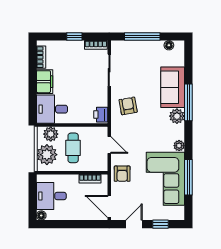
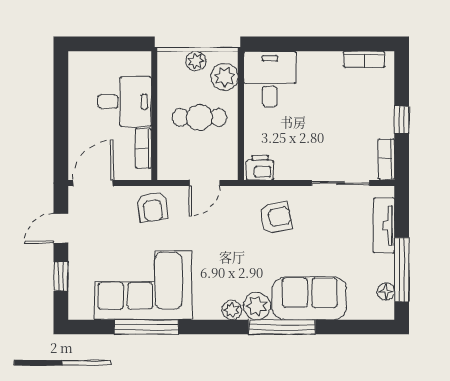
window: (142, 37) -> (402, 270), moved
tv unit: (132, 46) -> (384, 225), added
filing cabinet: (45, 82) -> (320, 66), removed
plant: (179, 146) -> (232, 310), moved
plant: (47, 155) -> (196, 61), width x0.53, depth x0.53
armchair: (122, 174) -> (152, 207), turned -98
desk: (51, 196) -> (124, 102), moved, turned 90
floor lamp: (41, 215) -> (77, 60), removed
door: (134, 224) -> (61, 228), swing flipped

